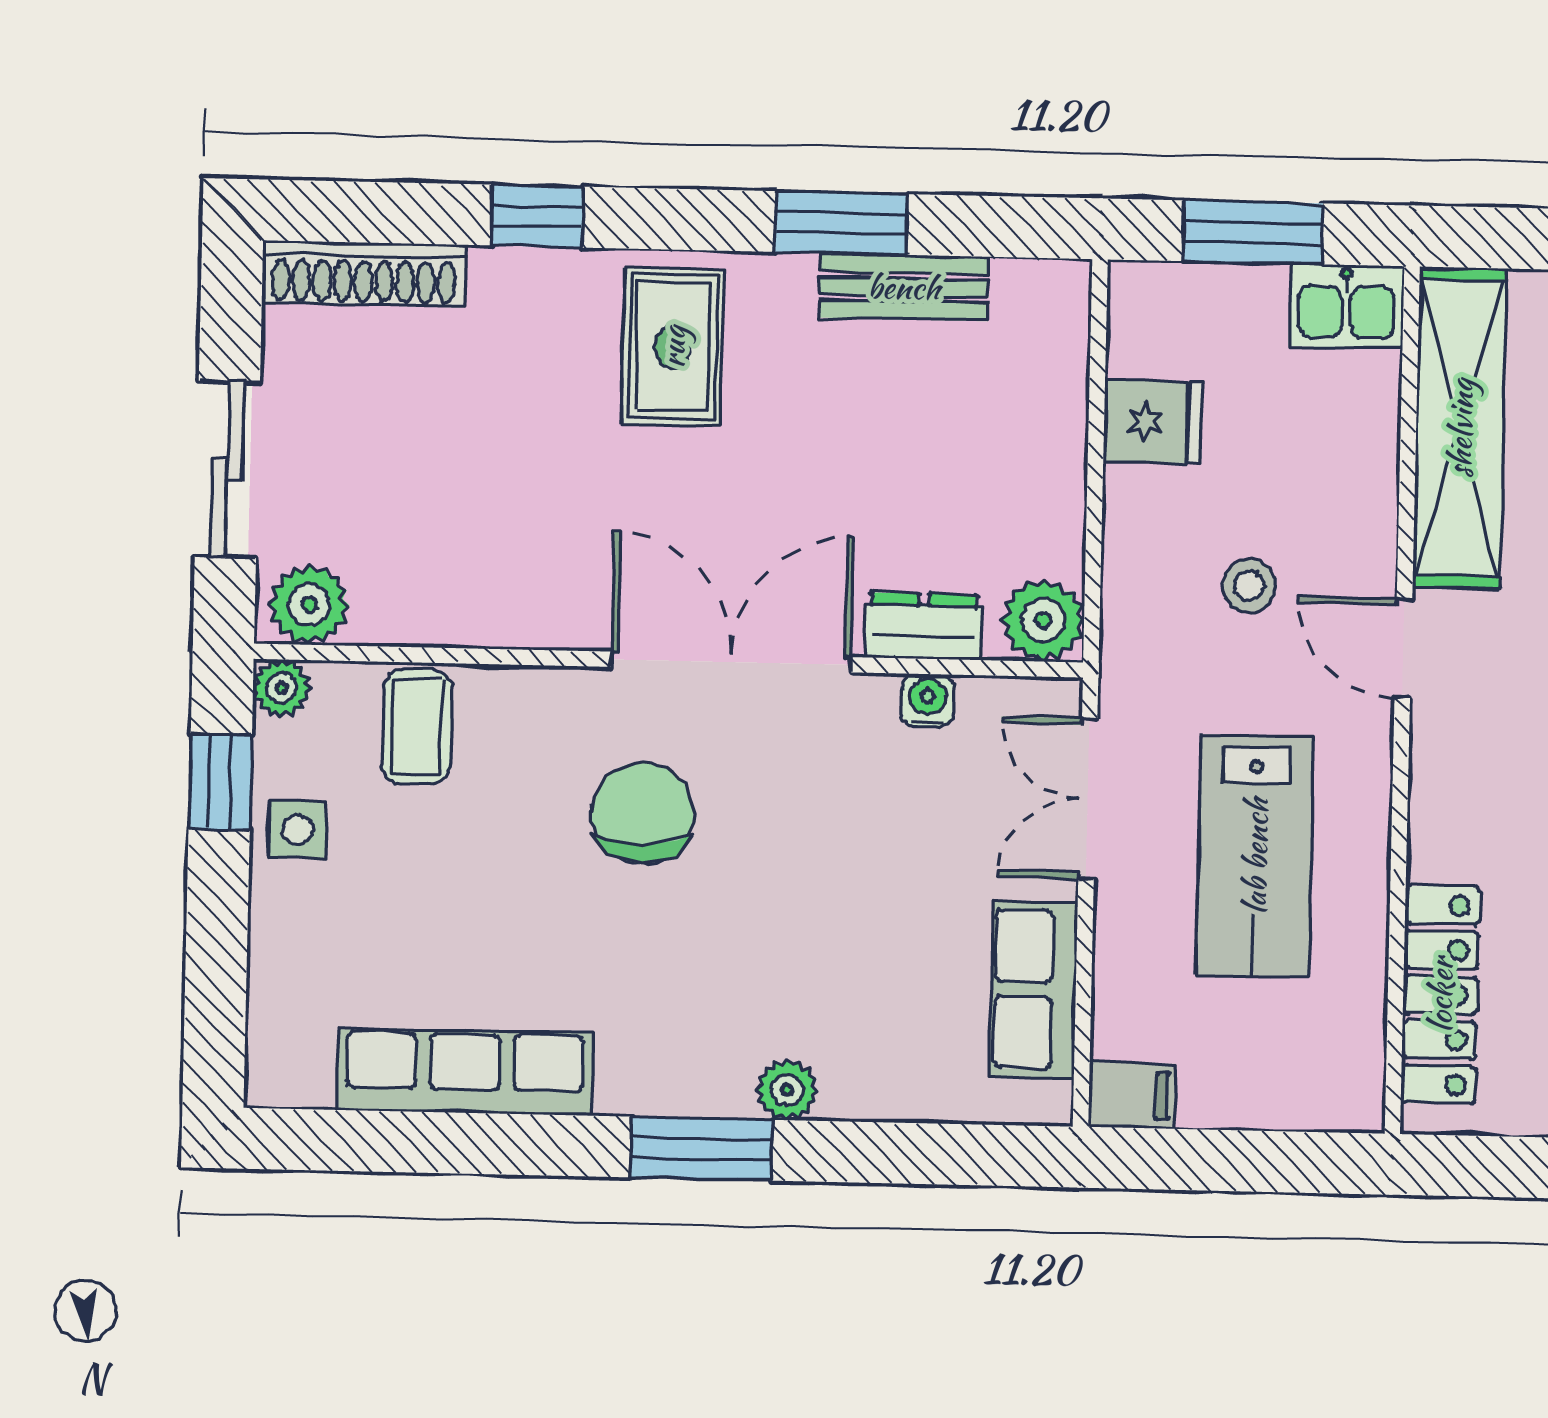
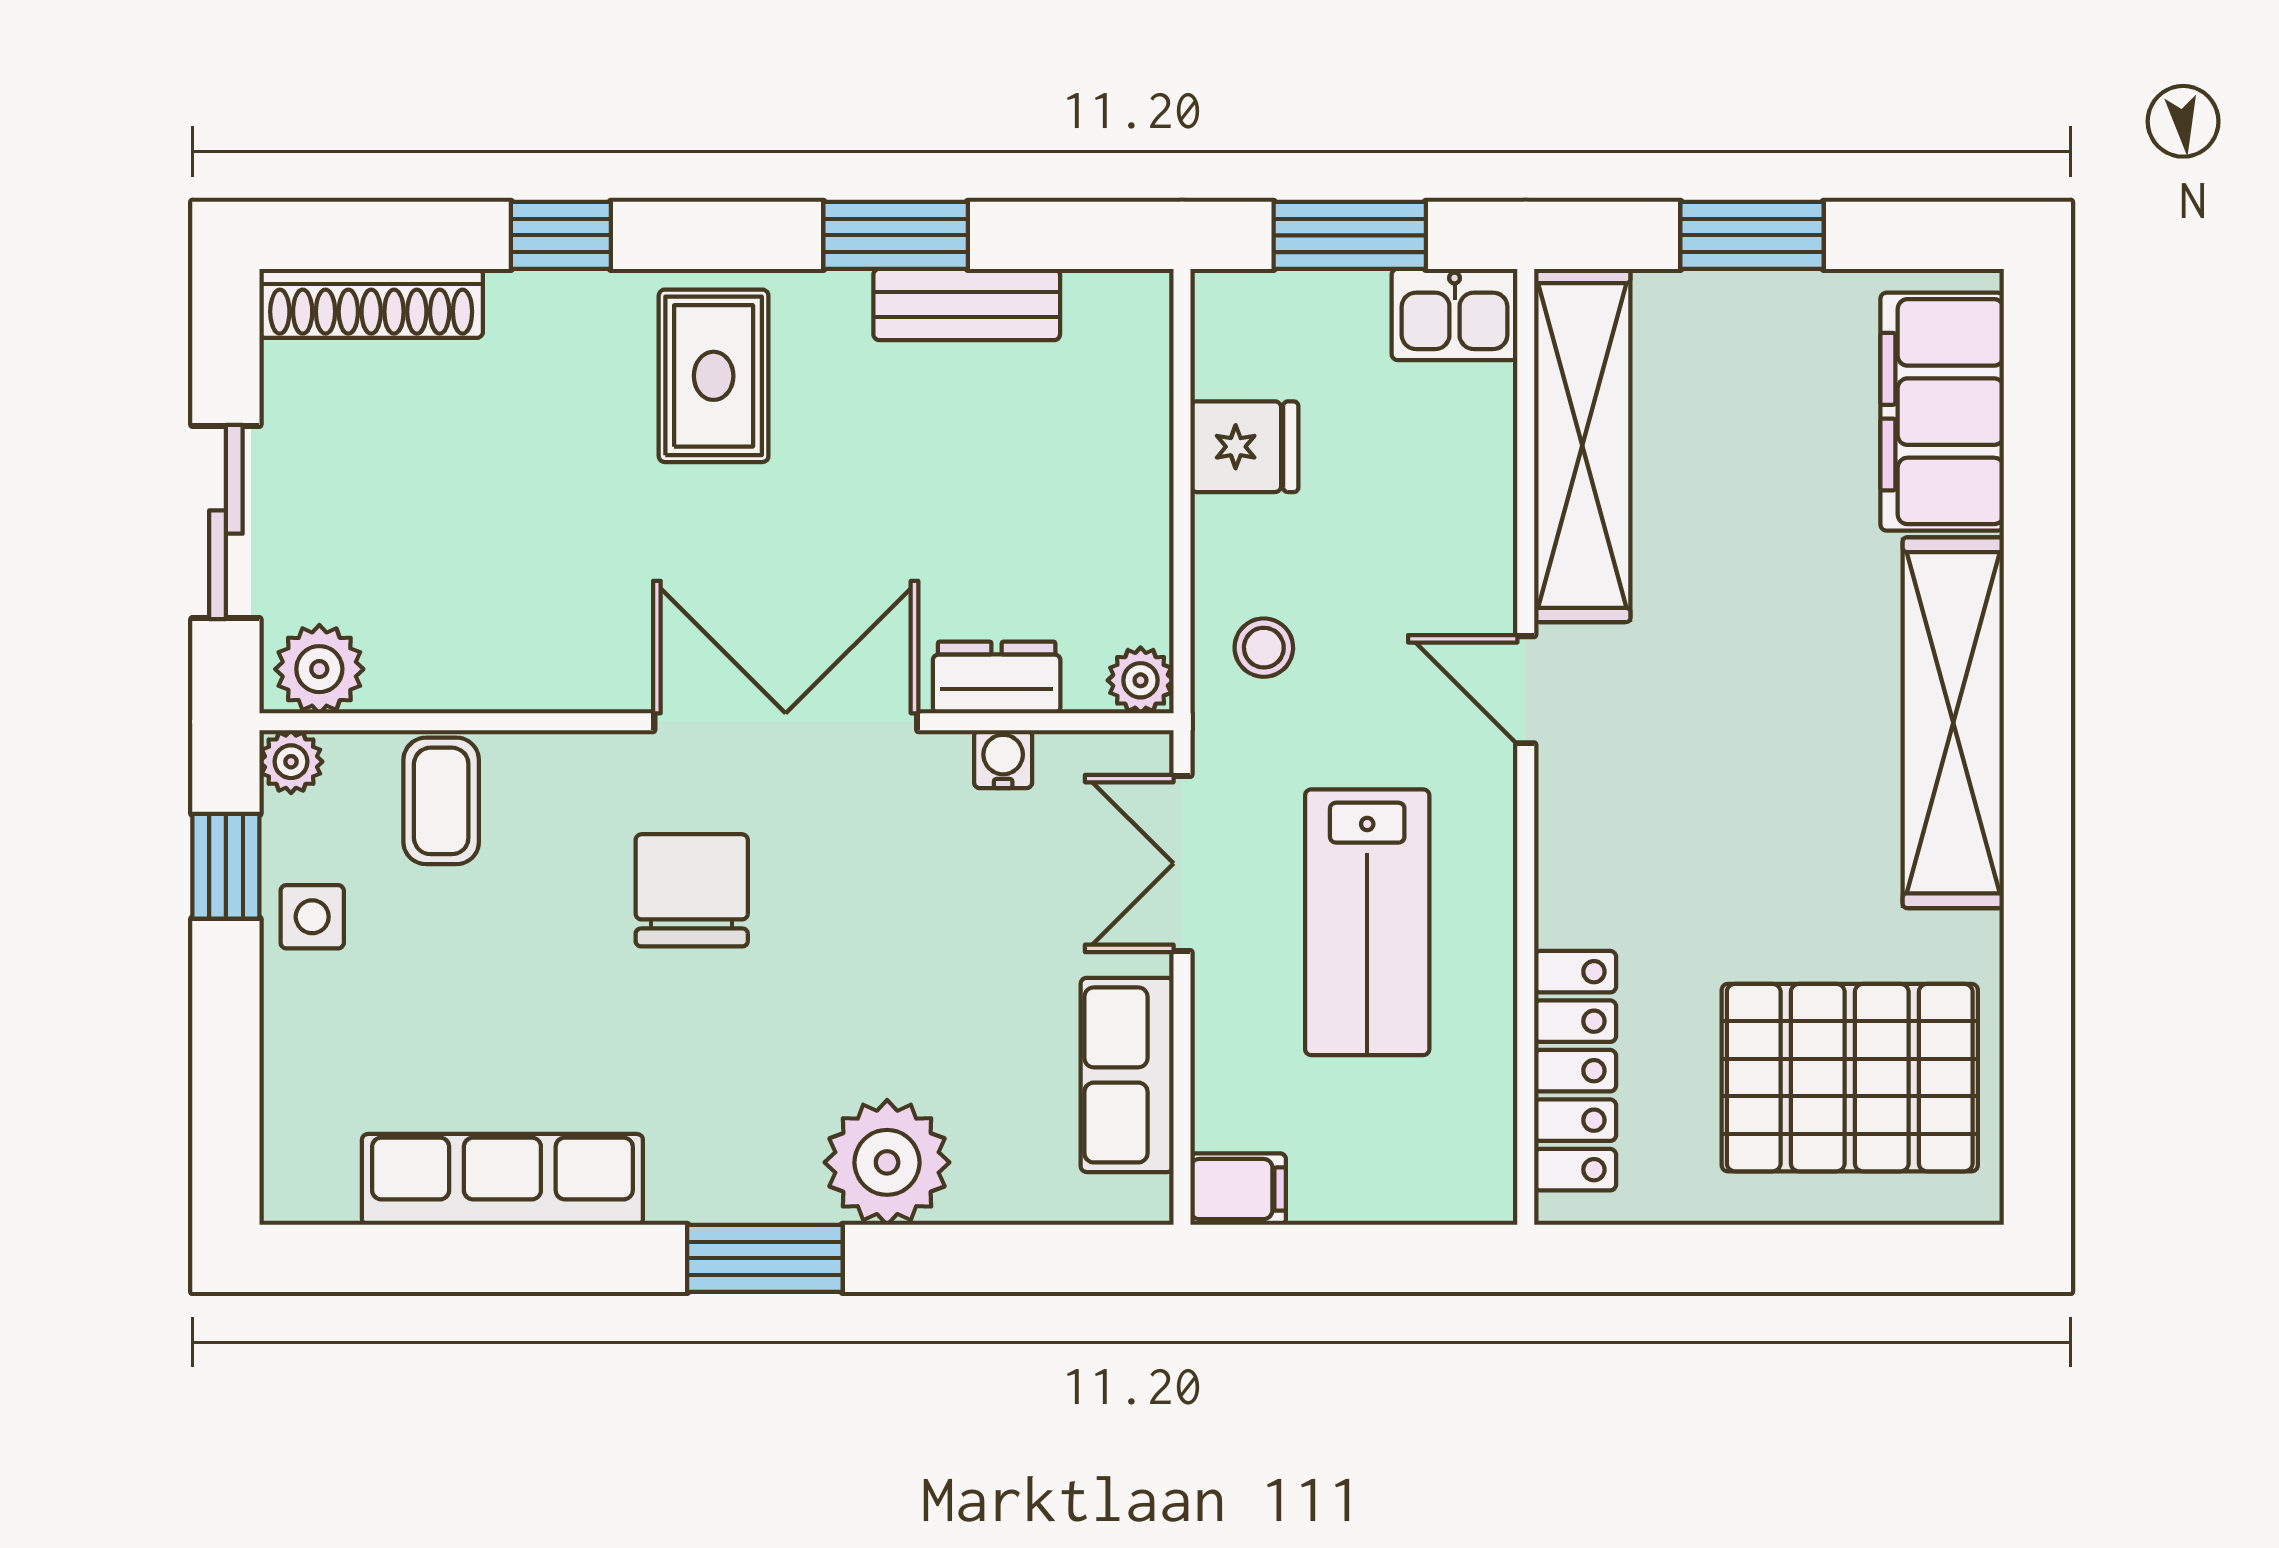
stool: (1249, 586) -> (1264, 648), moved
plant: (1043, 620) -> (1141, 680), width x0.73, depth x0.73
plant: (787, 1090) -> (887, 1162), width x1.88, depth x1.88

